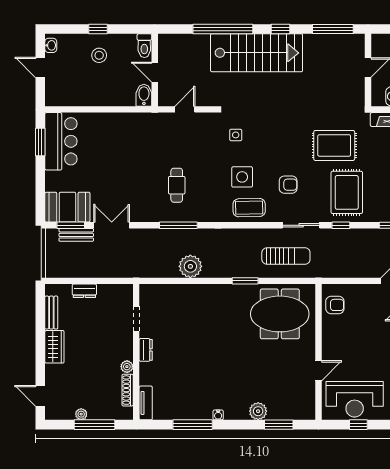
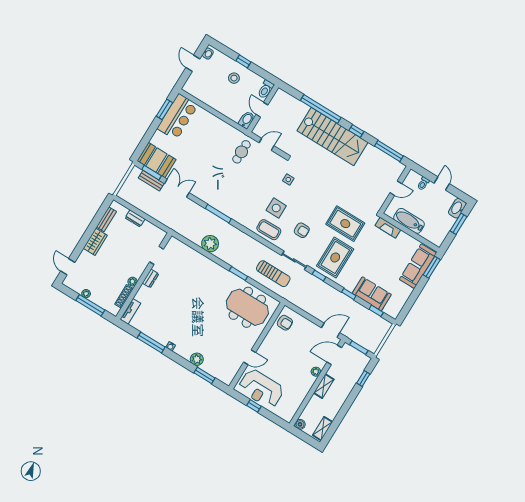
cafe table: (177, 185) -> (241, 152), moved

